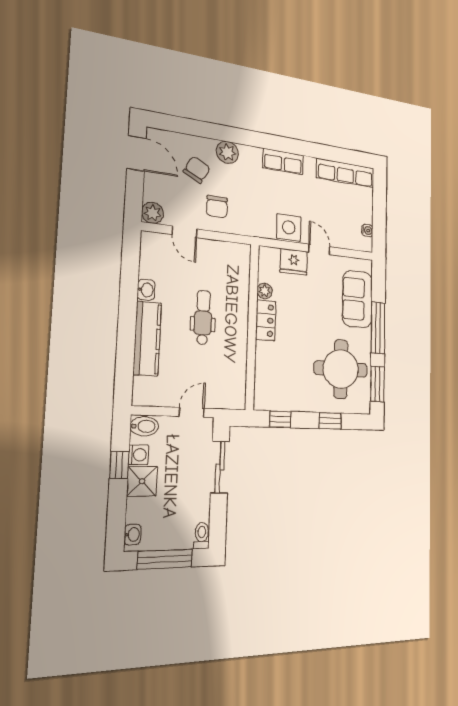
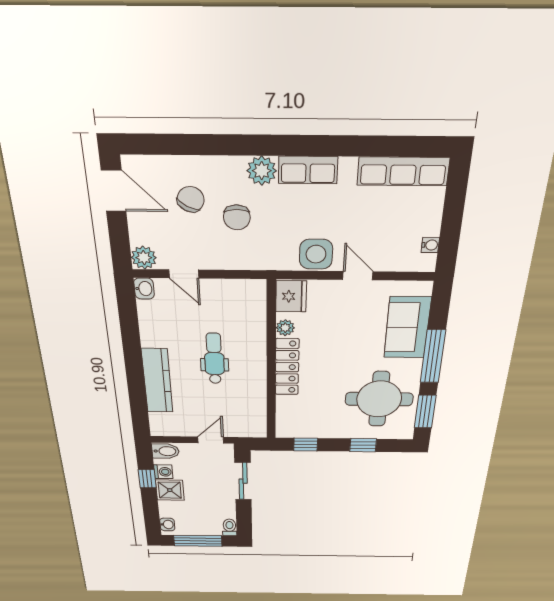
plant: (227, 152) -> (262, 171), moved
chair: (217, 207) -> (237, 217), moved
fridge: (294, 262) -> (291, 296), moved, turned -90
washbasin: (146, 290) -> (144, 289), moved
locker: (266, 320) -> (287, 367), width x1.53

